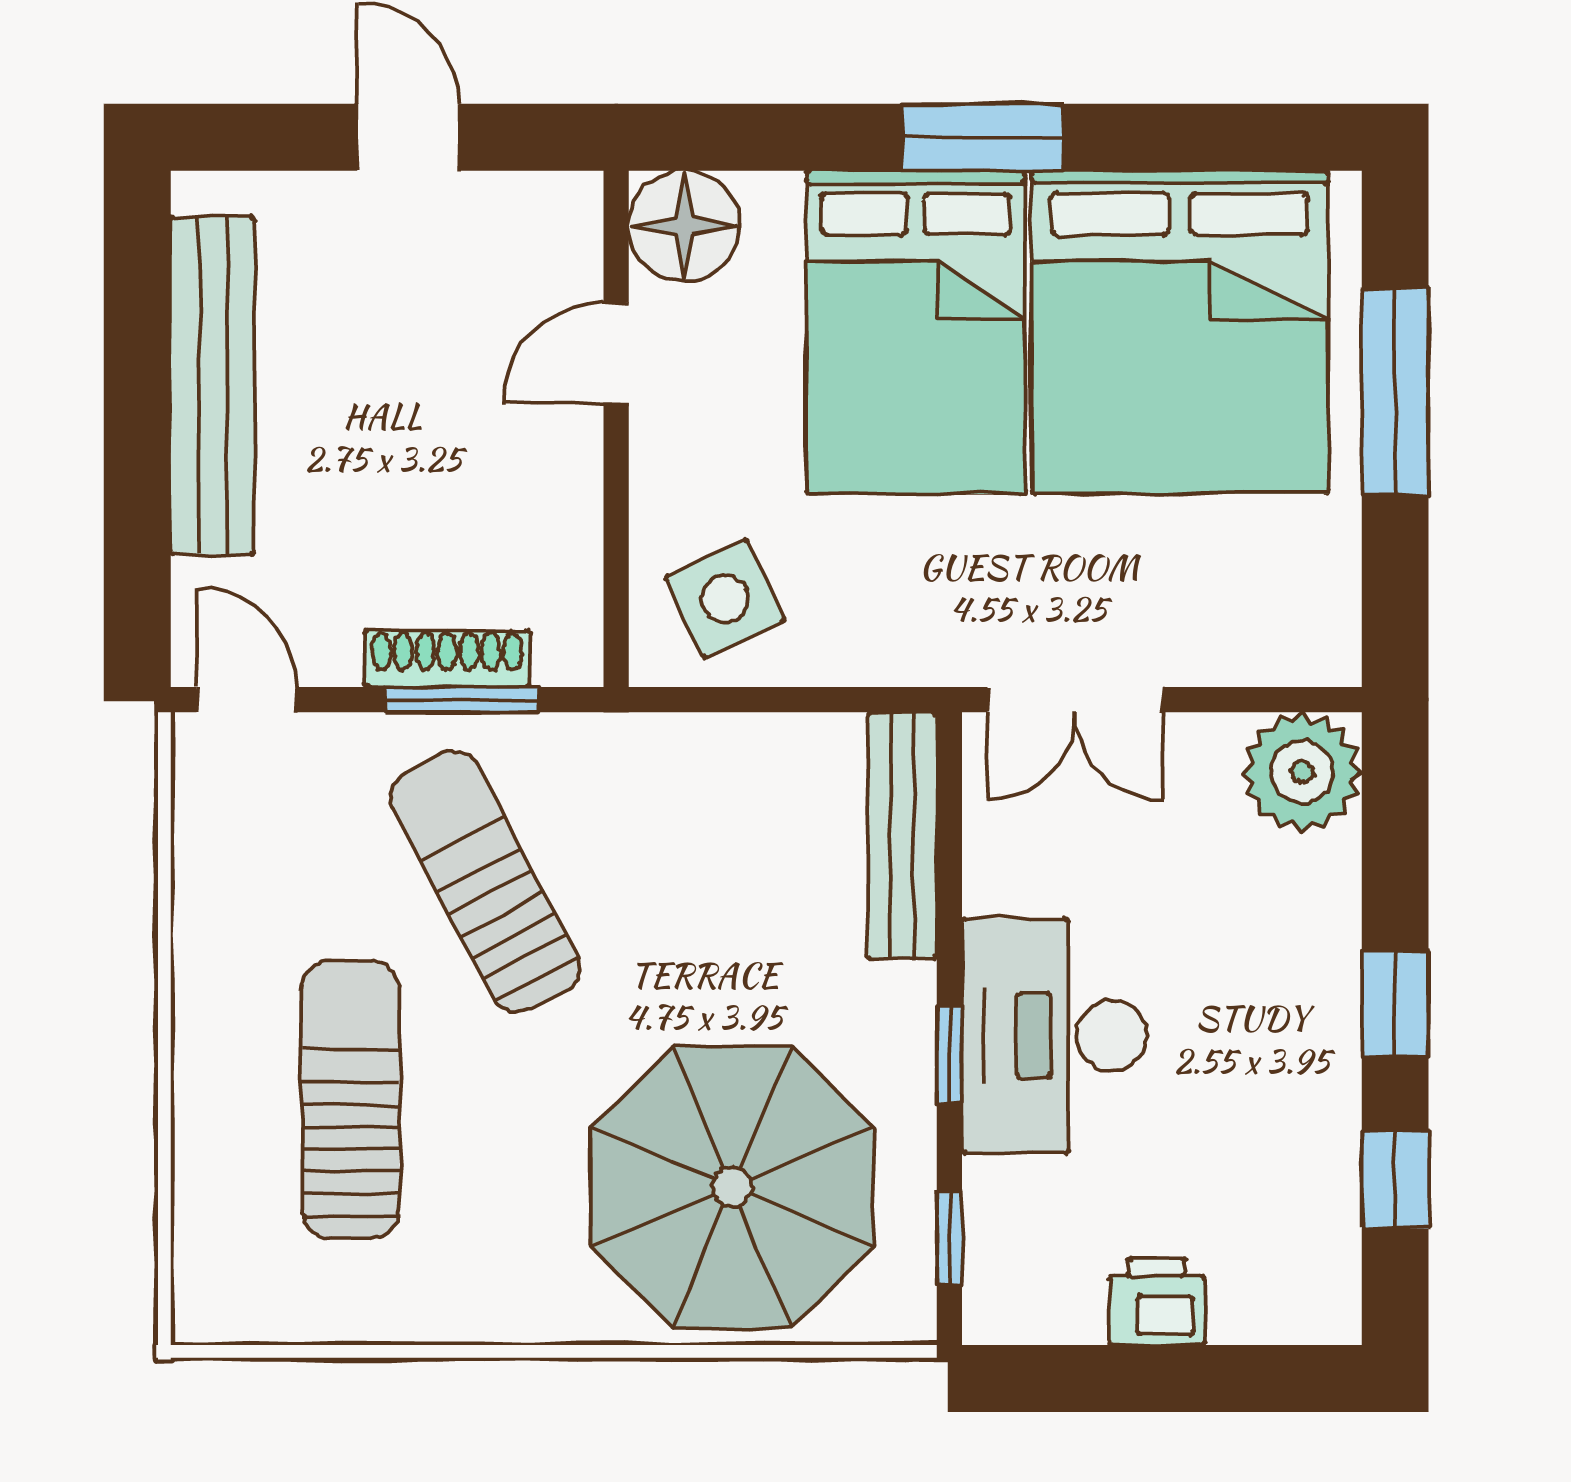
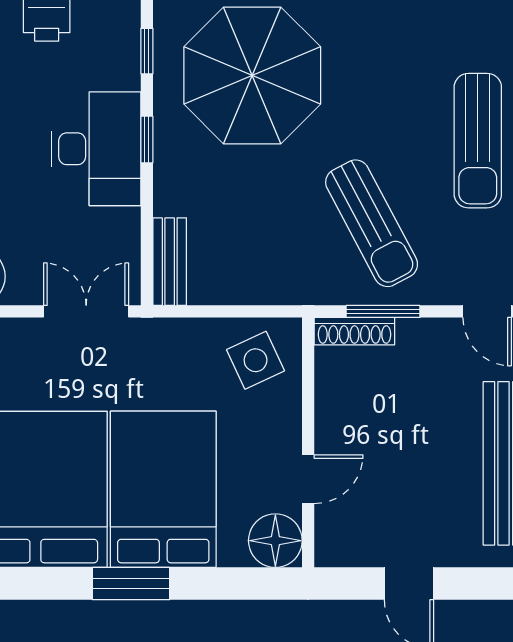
shoe rack: (447, 659) -> (354, 331), moved
bench: (902, 835) -> (170, 262), width x0.73
sun lounger: (350, 1099) -> (478, 141), moved

